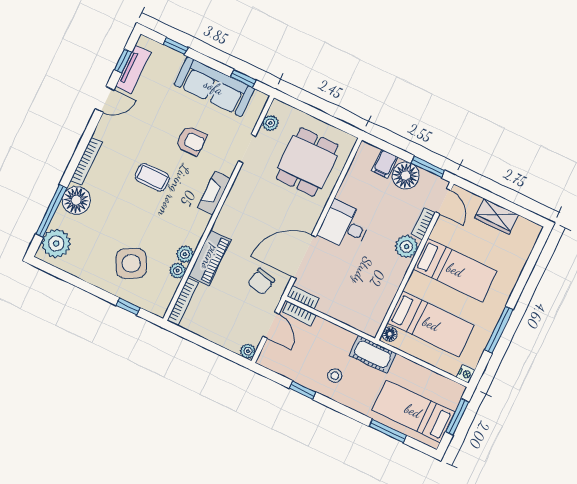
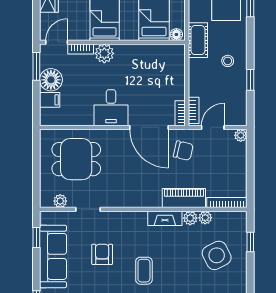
fireplace: (214, 193) -> (165, 218), moved

